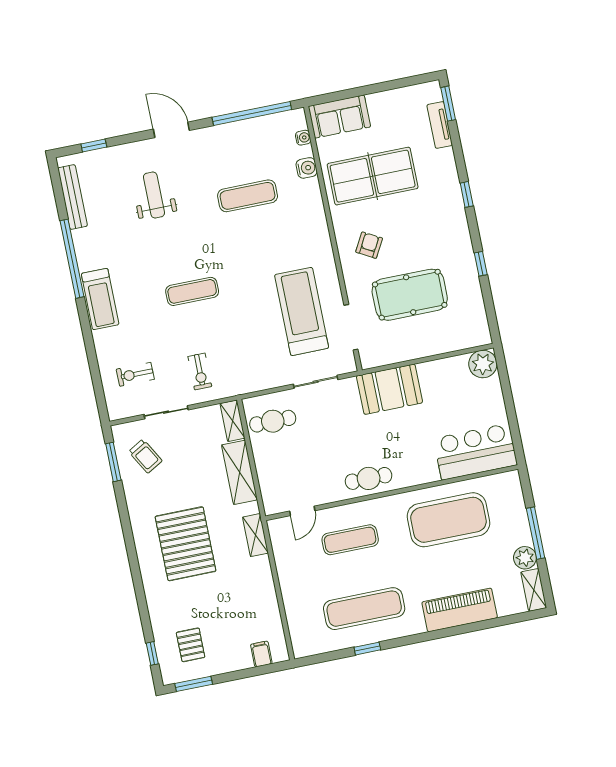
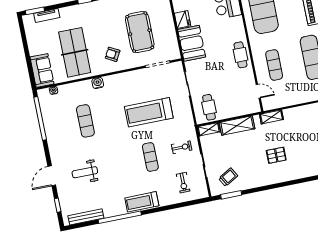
door: (171, 130) -> (52, 176), moved
water cooler: (307, 168) -> (98, 83), moved
exercise mat: (192, 291) -> (150, 157), moved
treadmill: (100, 299) -> (142, 202), turned 180
treadmill: (302, 311) -> (149, 112), moved
fridge: (433, 373) -> (183, 19), added
pallet: (186, 544) -> (276, 155), width x0.49, depth x0.50

